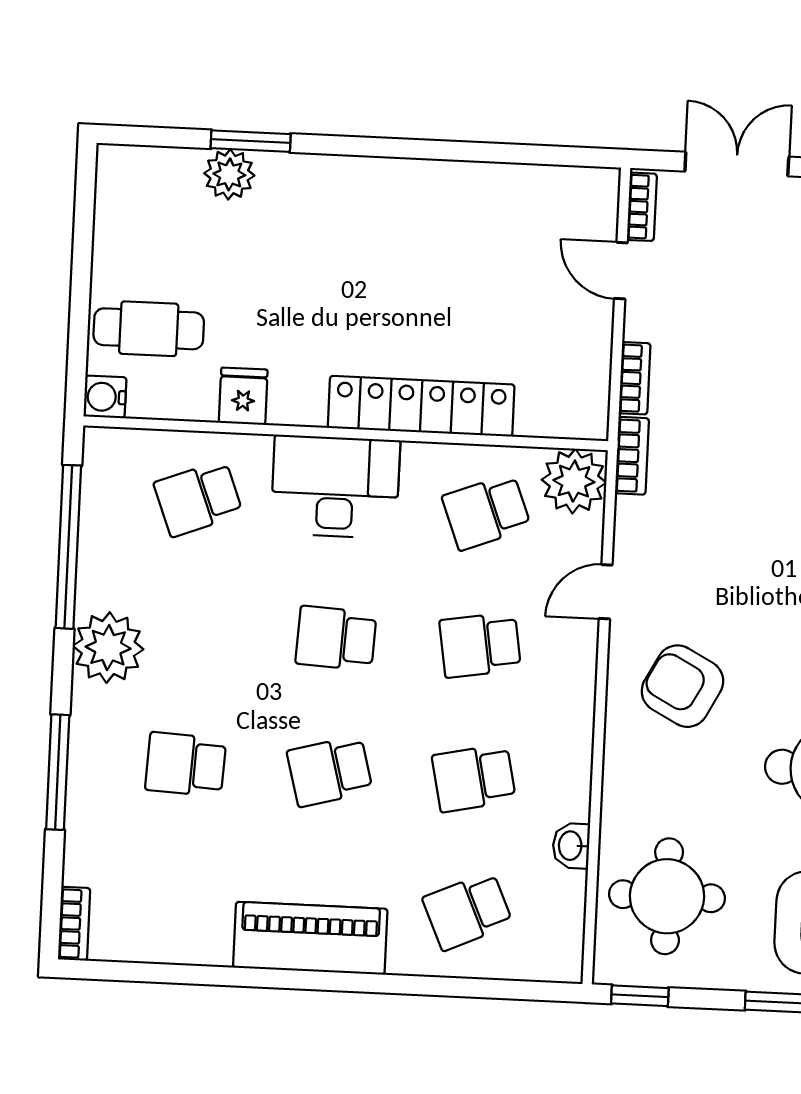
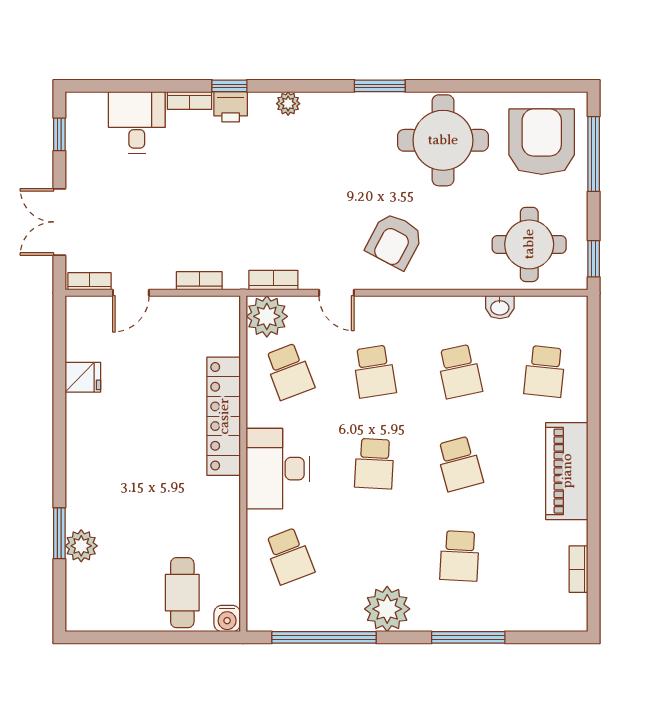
fridge: (243, 396) -> (83, 377), moved, turned 180
bookcase: (632, 456) -> (273, 280), moved
school desk: (468, 911) -> (545, 371), turned 30
bookcase: (74, 924) -> (578, 569), moved, turned -90

